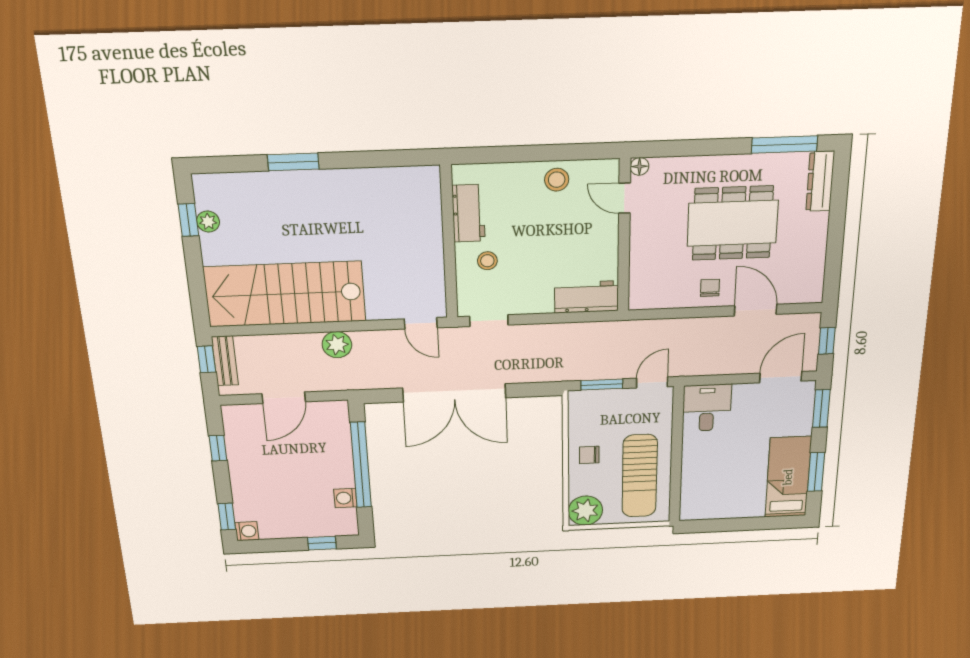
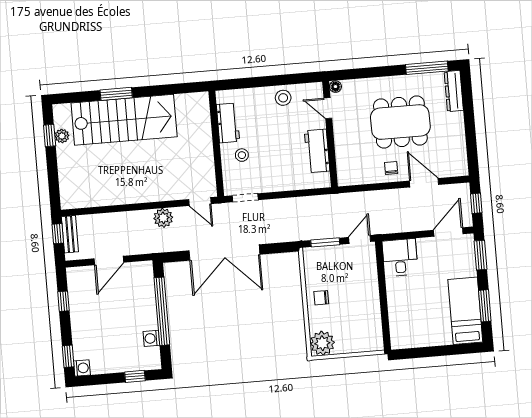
stairs: (285, 294) -> (124, 120), moved, turned 180
workbench: (586, 297) -> (317, 151), moved, turned -90
plant: (337, 345) -> (163, 218), moved
sun lounger: (640, 476) -> (359, 313), removed

